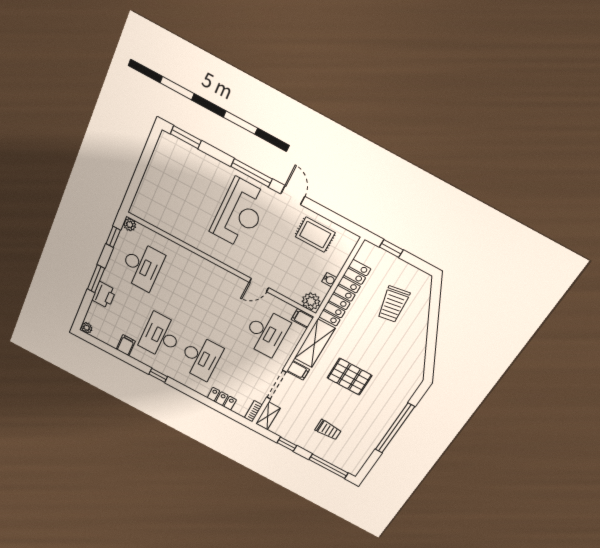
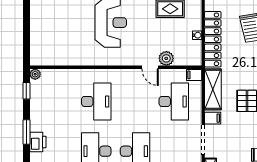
desk: (142, 266) -> (96, 101), moved
door: (259, 285) -> (150, 67), hinge flipped
plant: (311, 301) -> (166, 58), moved

